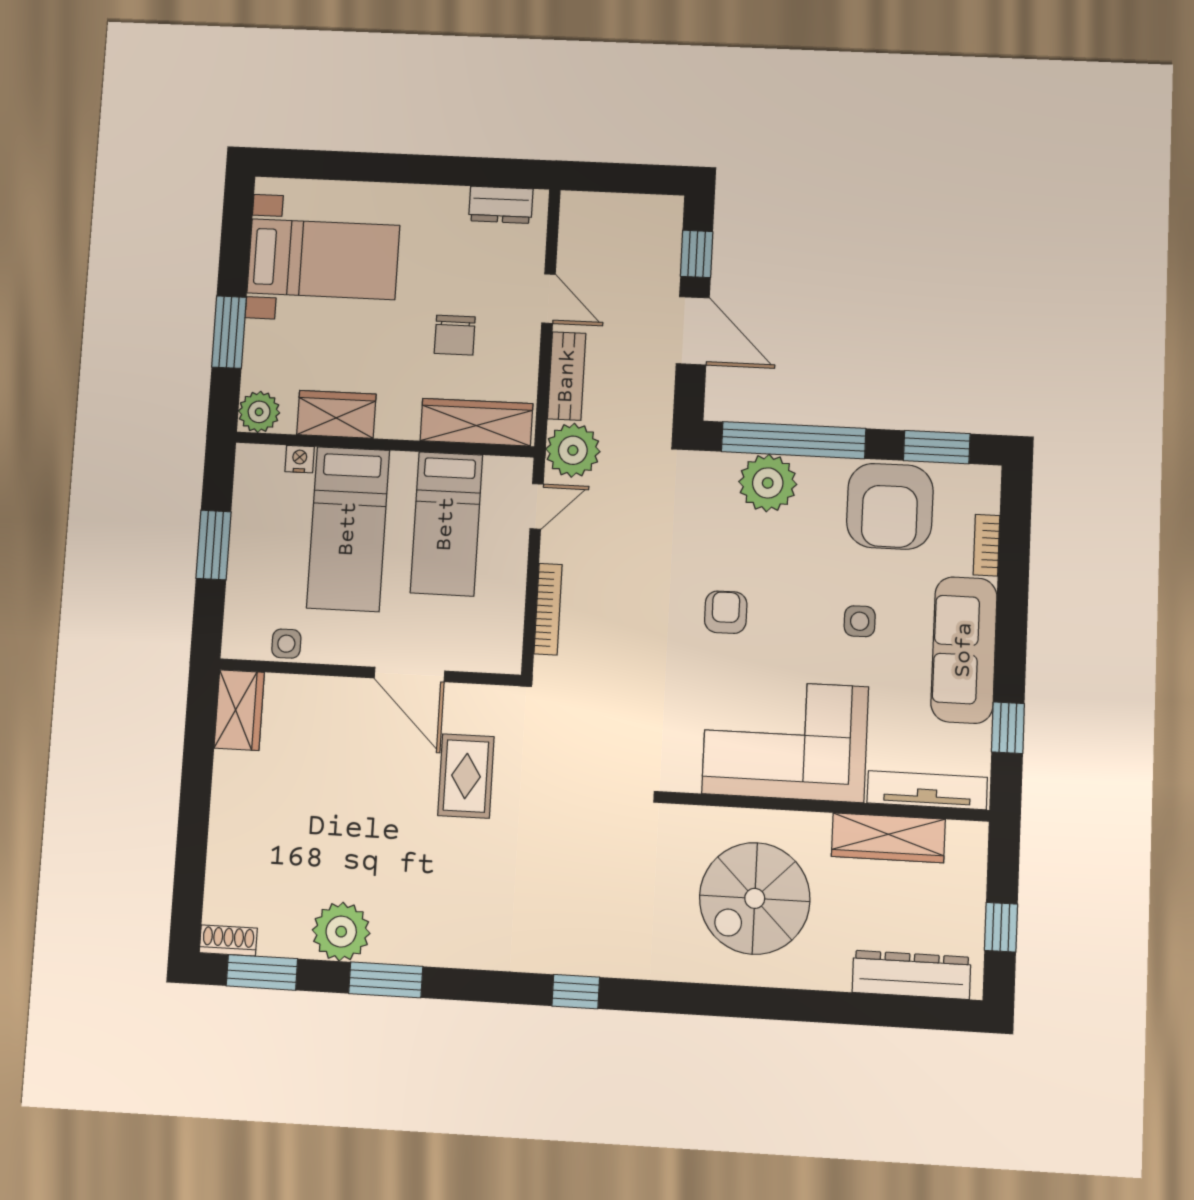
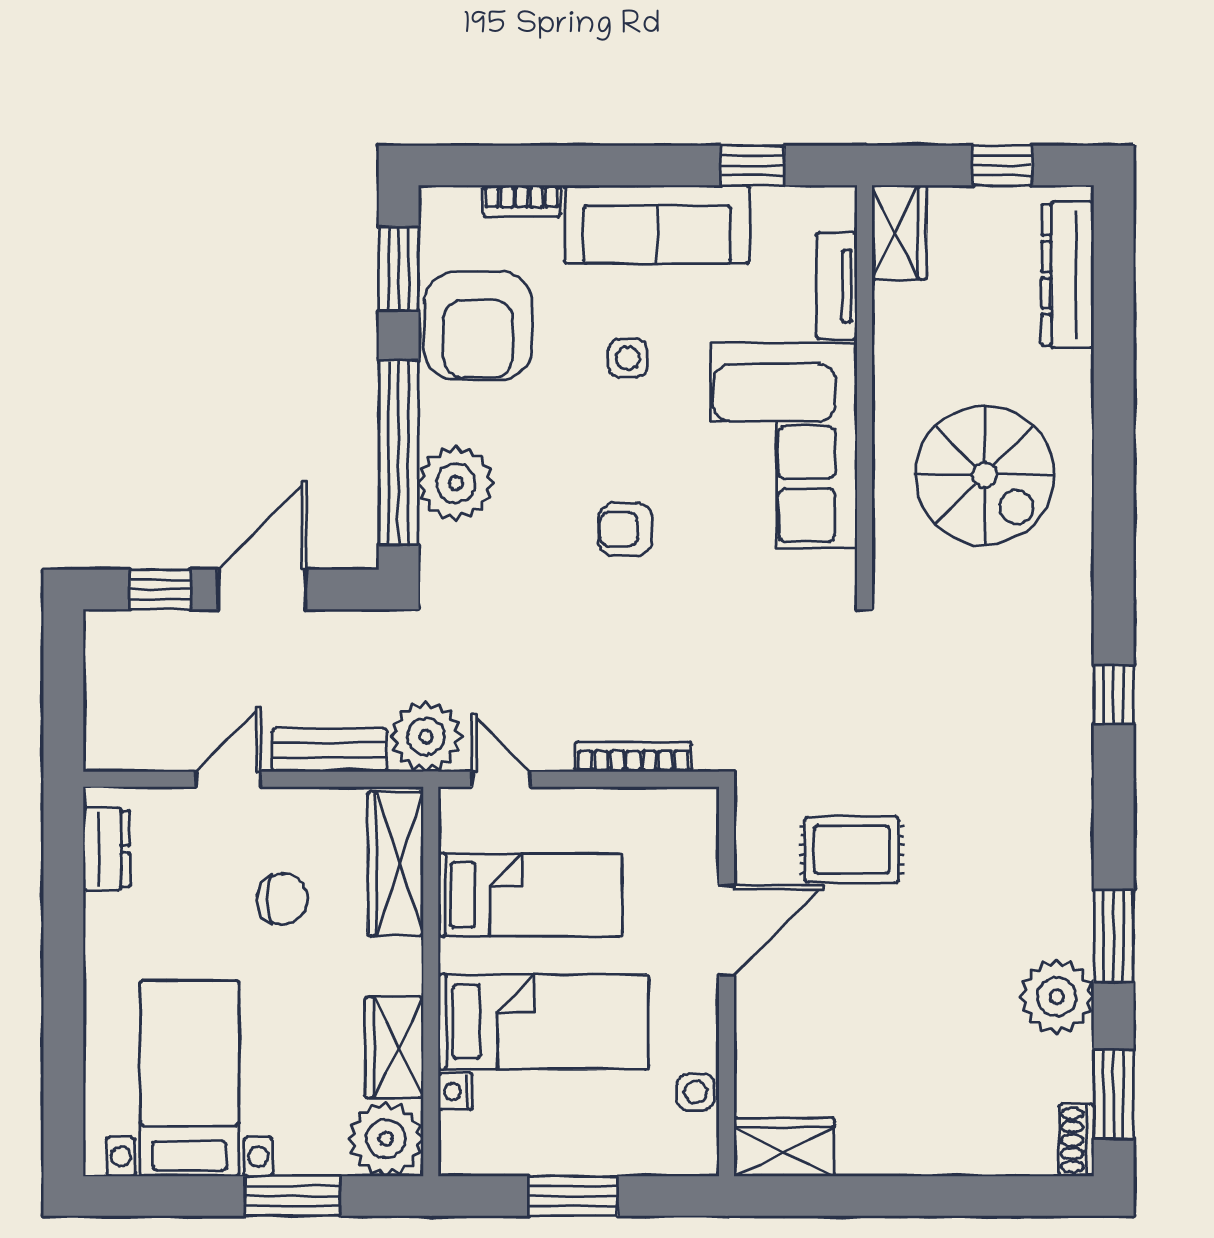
plant: (259, 412) -> (386, 1139), width x1.36, depth x1.36
armchair: (890, 506) -> (478, 326), turned 90
tv unit: (927, 790) -> (837, 286), width x0.71
wardrobe: (888, 838) -> (899, 232), moved, width x0.67

